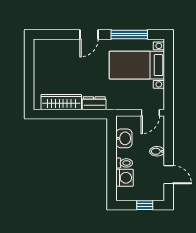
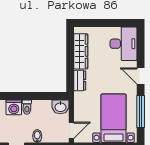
desk: (53, 54) -> (123, 44), added
door: (150, 113) -> (71, 130), swing flipped
washbasin: (124, 138) -> (60, 107), moved

